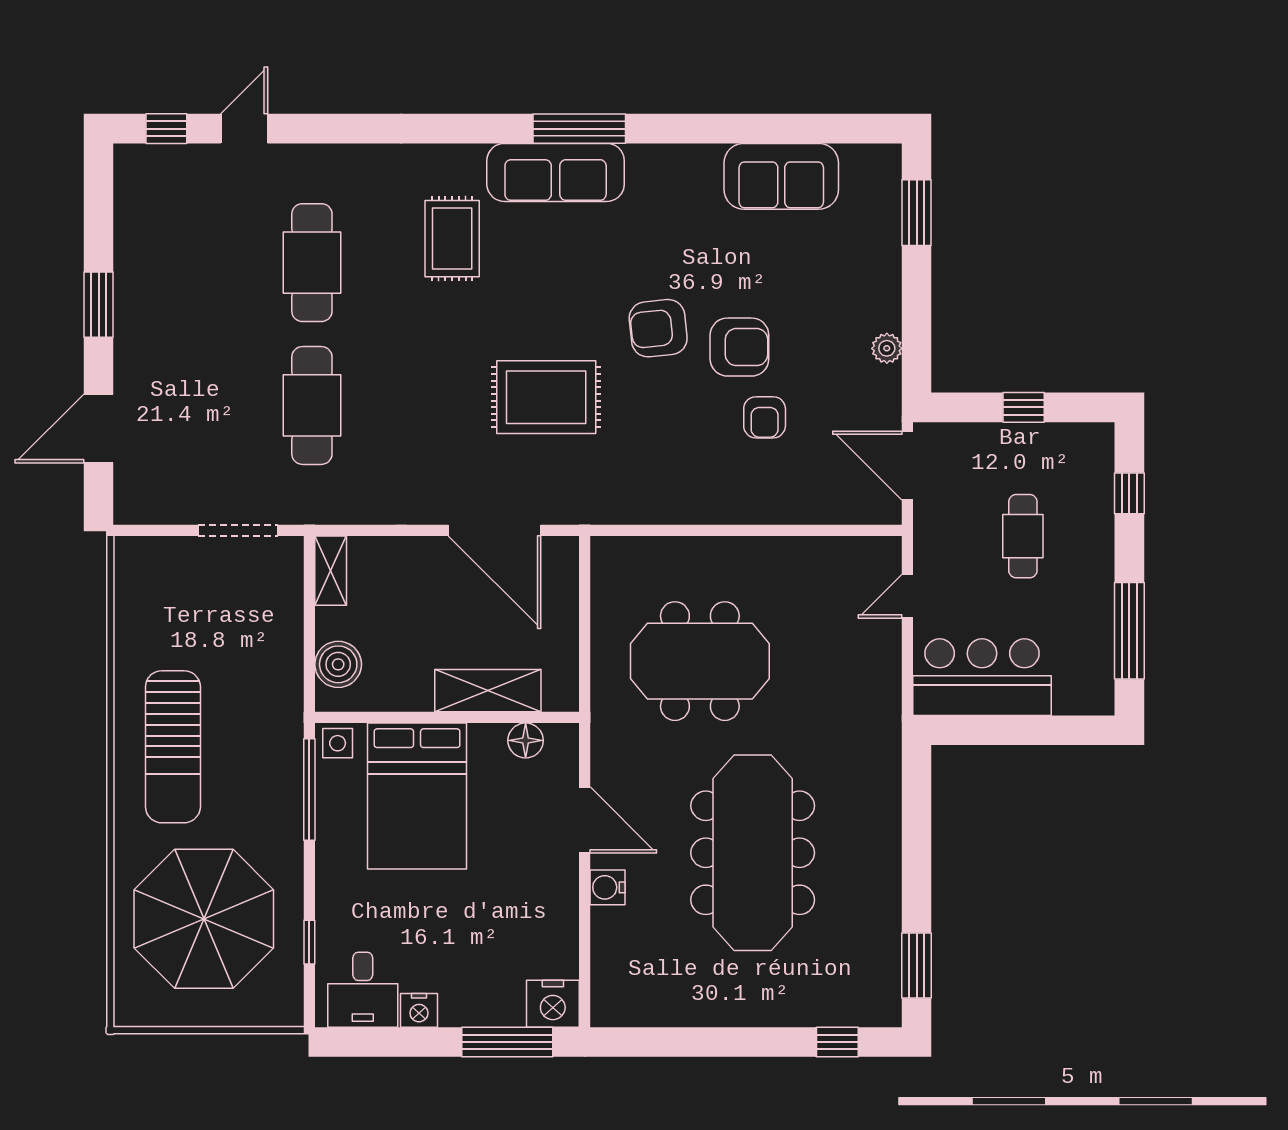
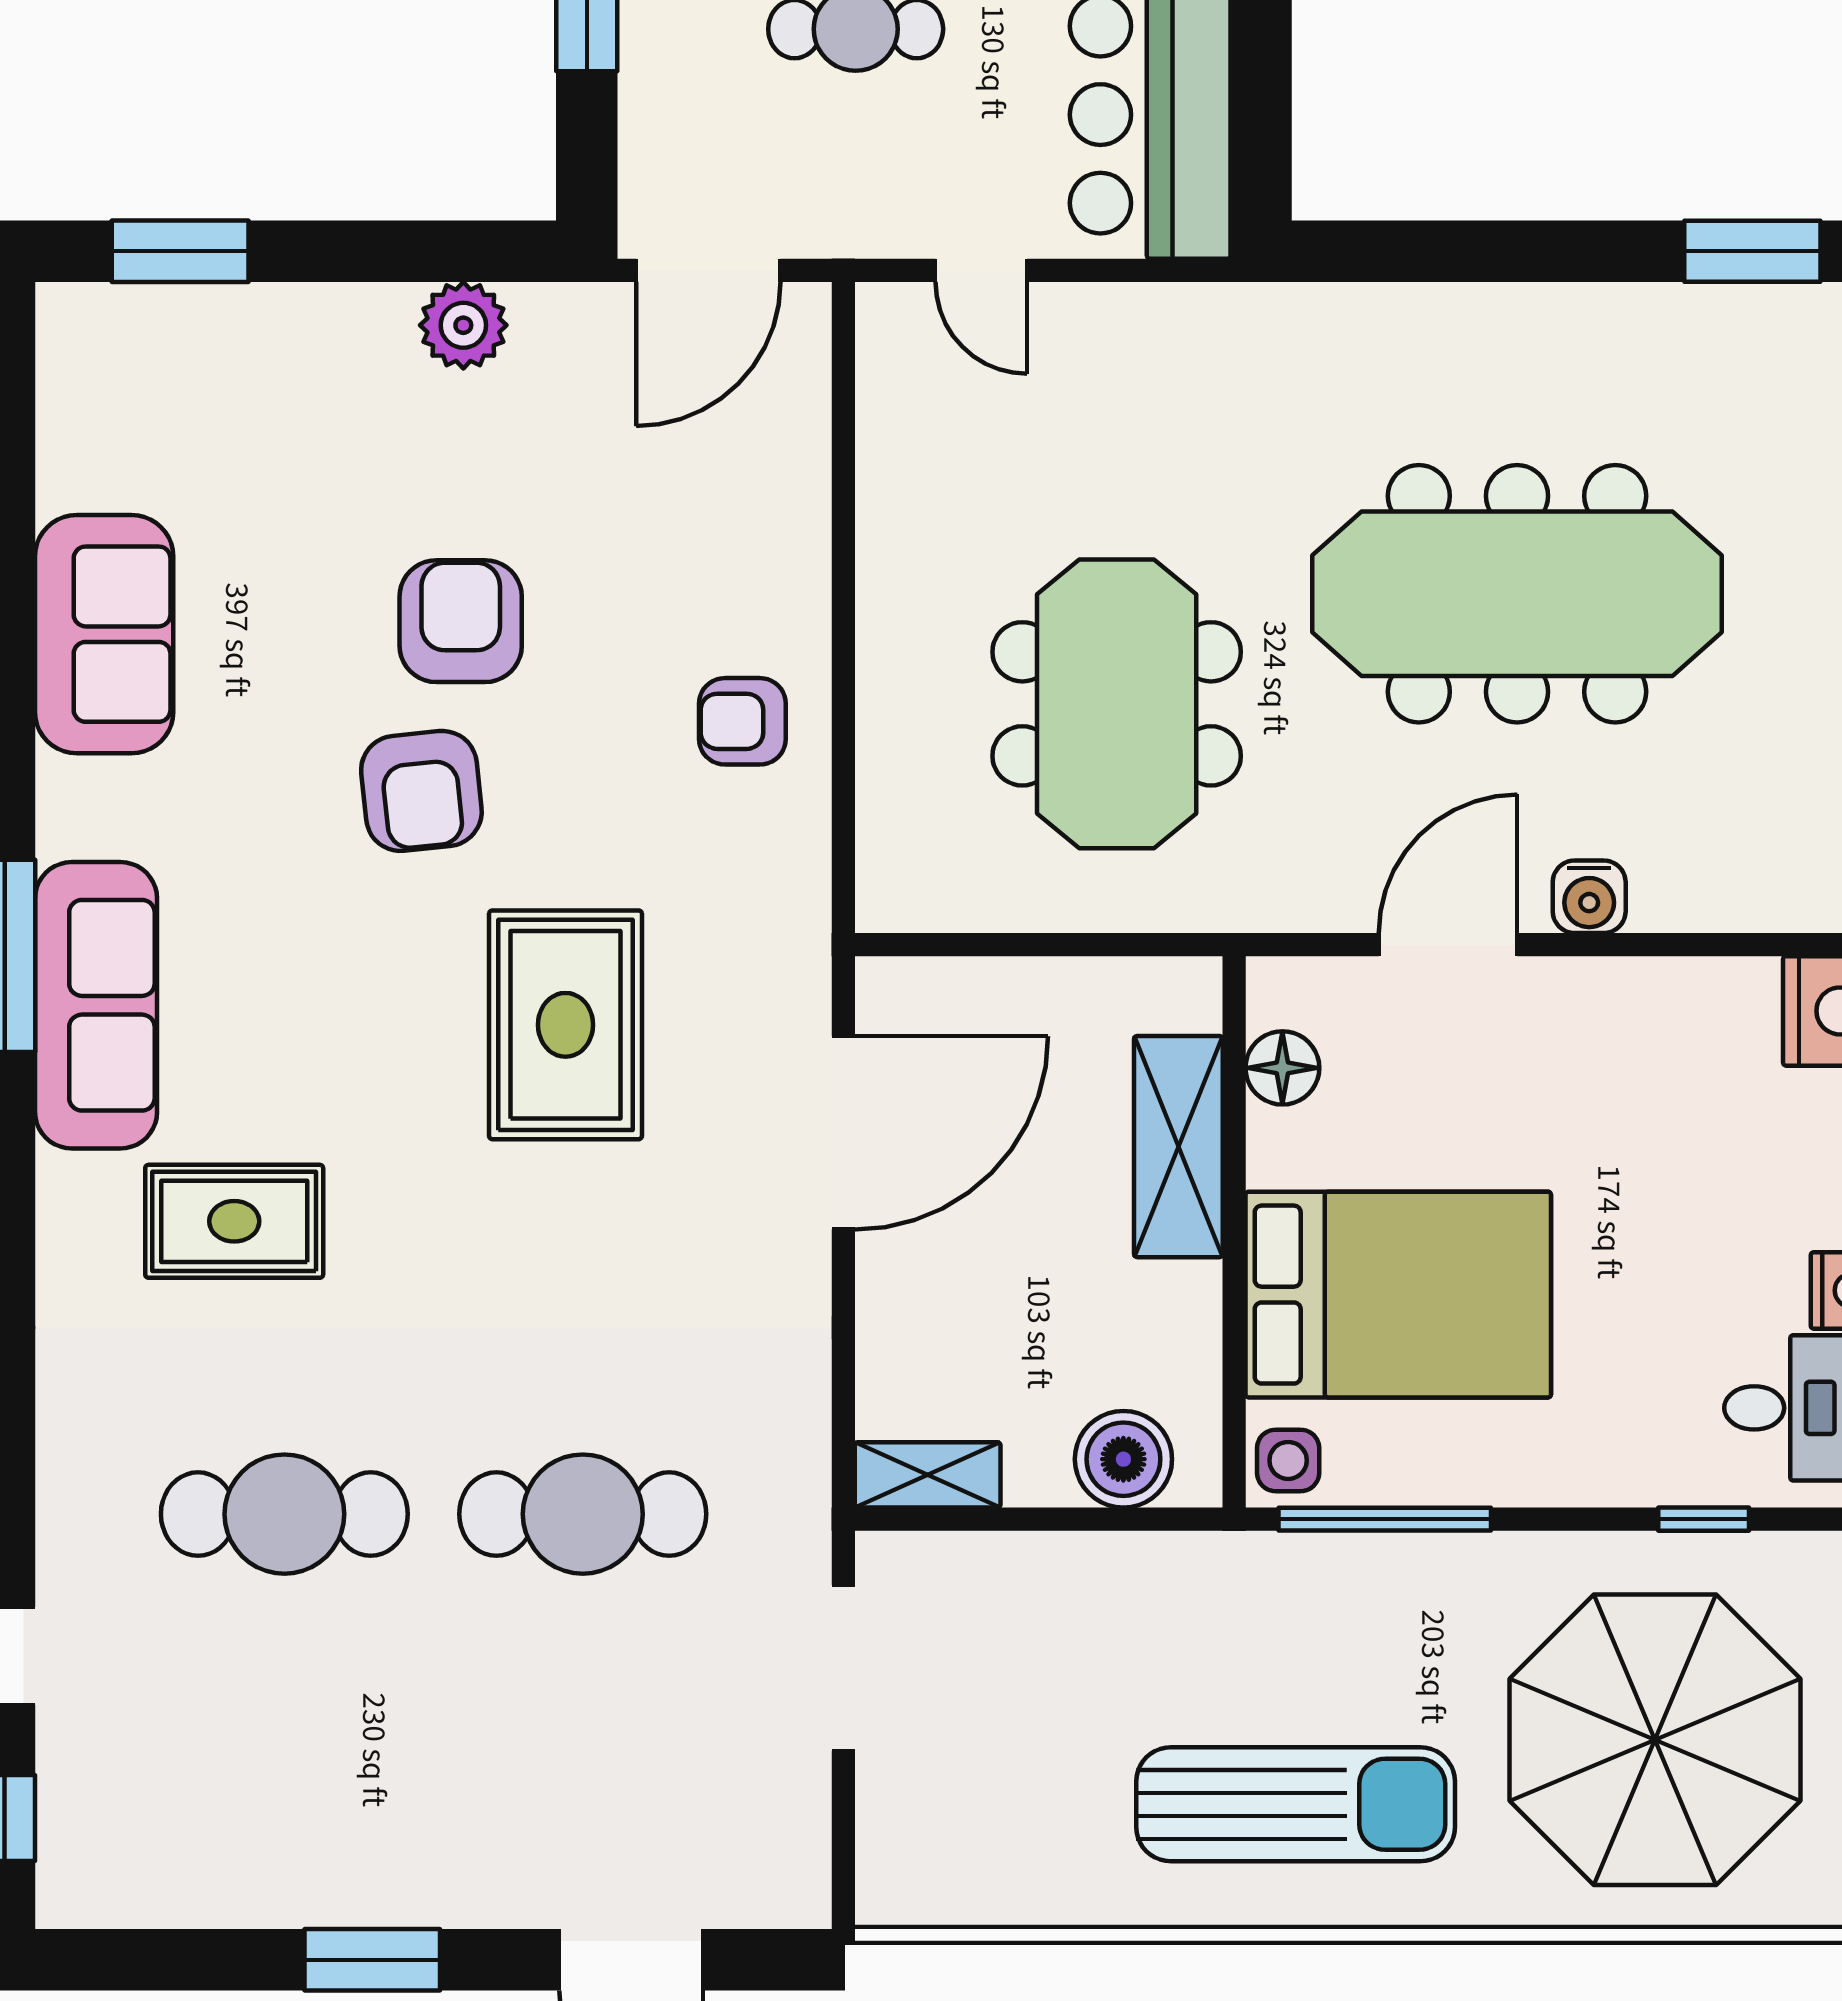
sofa: (781, 176) -> (104, 634), moved
plant: (887, 348) -> (463, 325), width x1.38, depth x1.38
armchair: (765, 417) -> (742, 721), moved, turned 180

